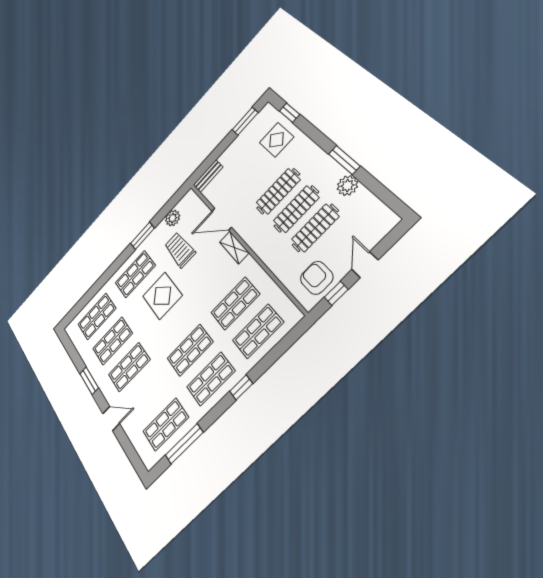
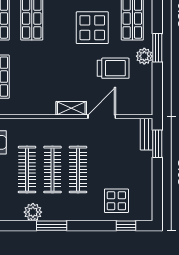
window: (245, 121) -> (157, 144), moved
plant: (173, 218) -> (144, 56), moved
shop shelf: (235, 304) -> (32, 77), removed

